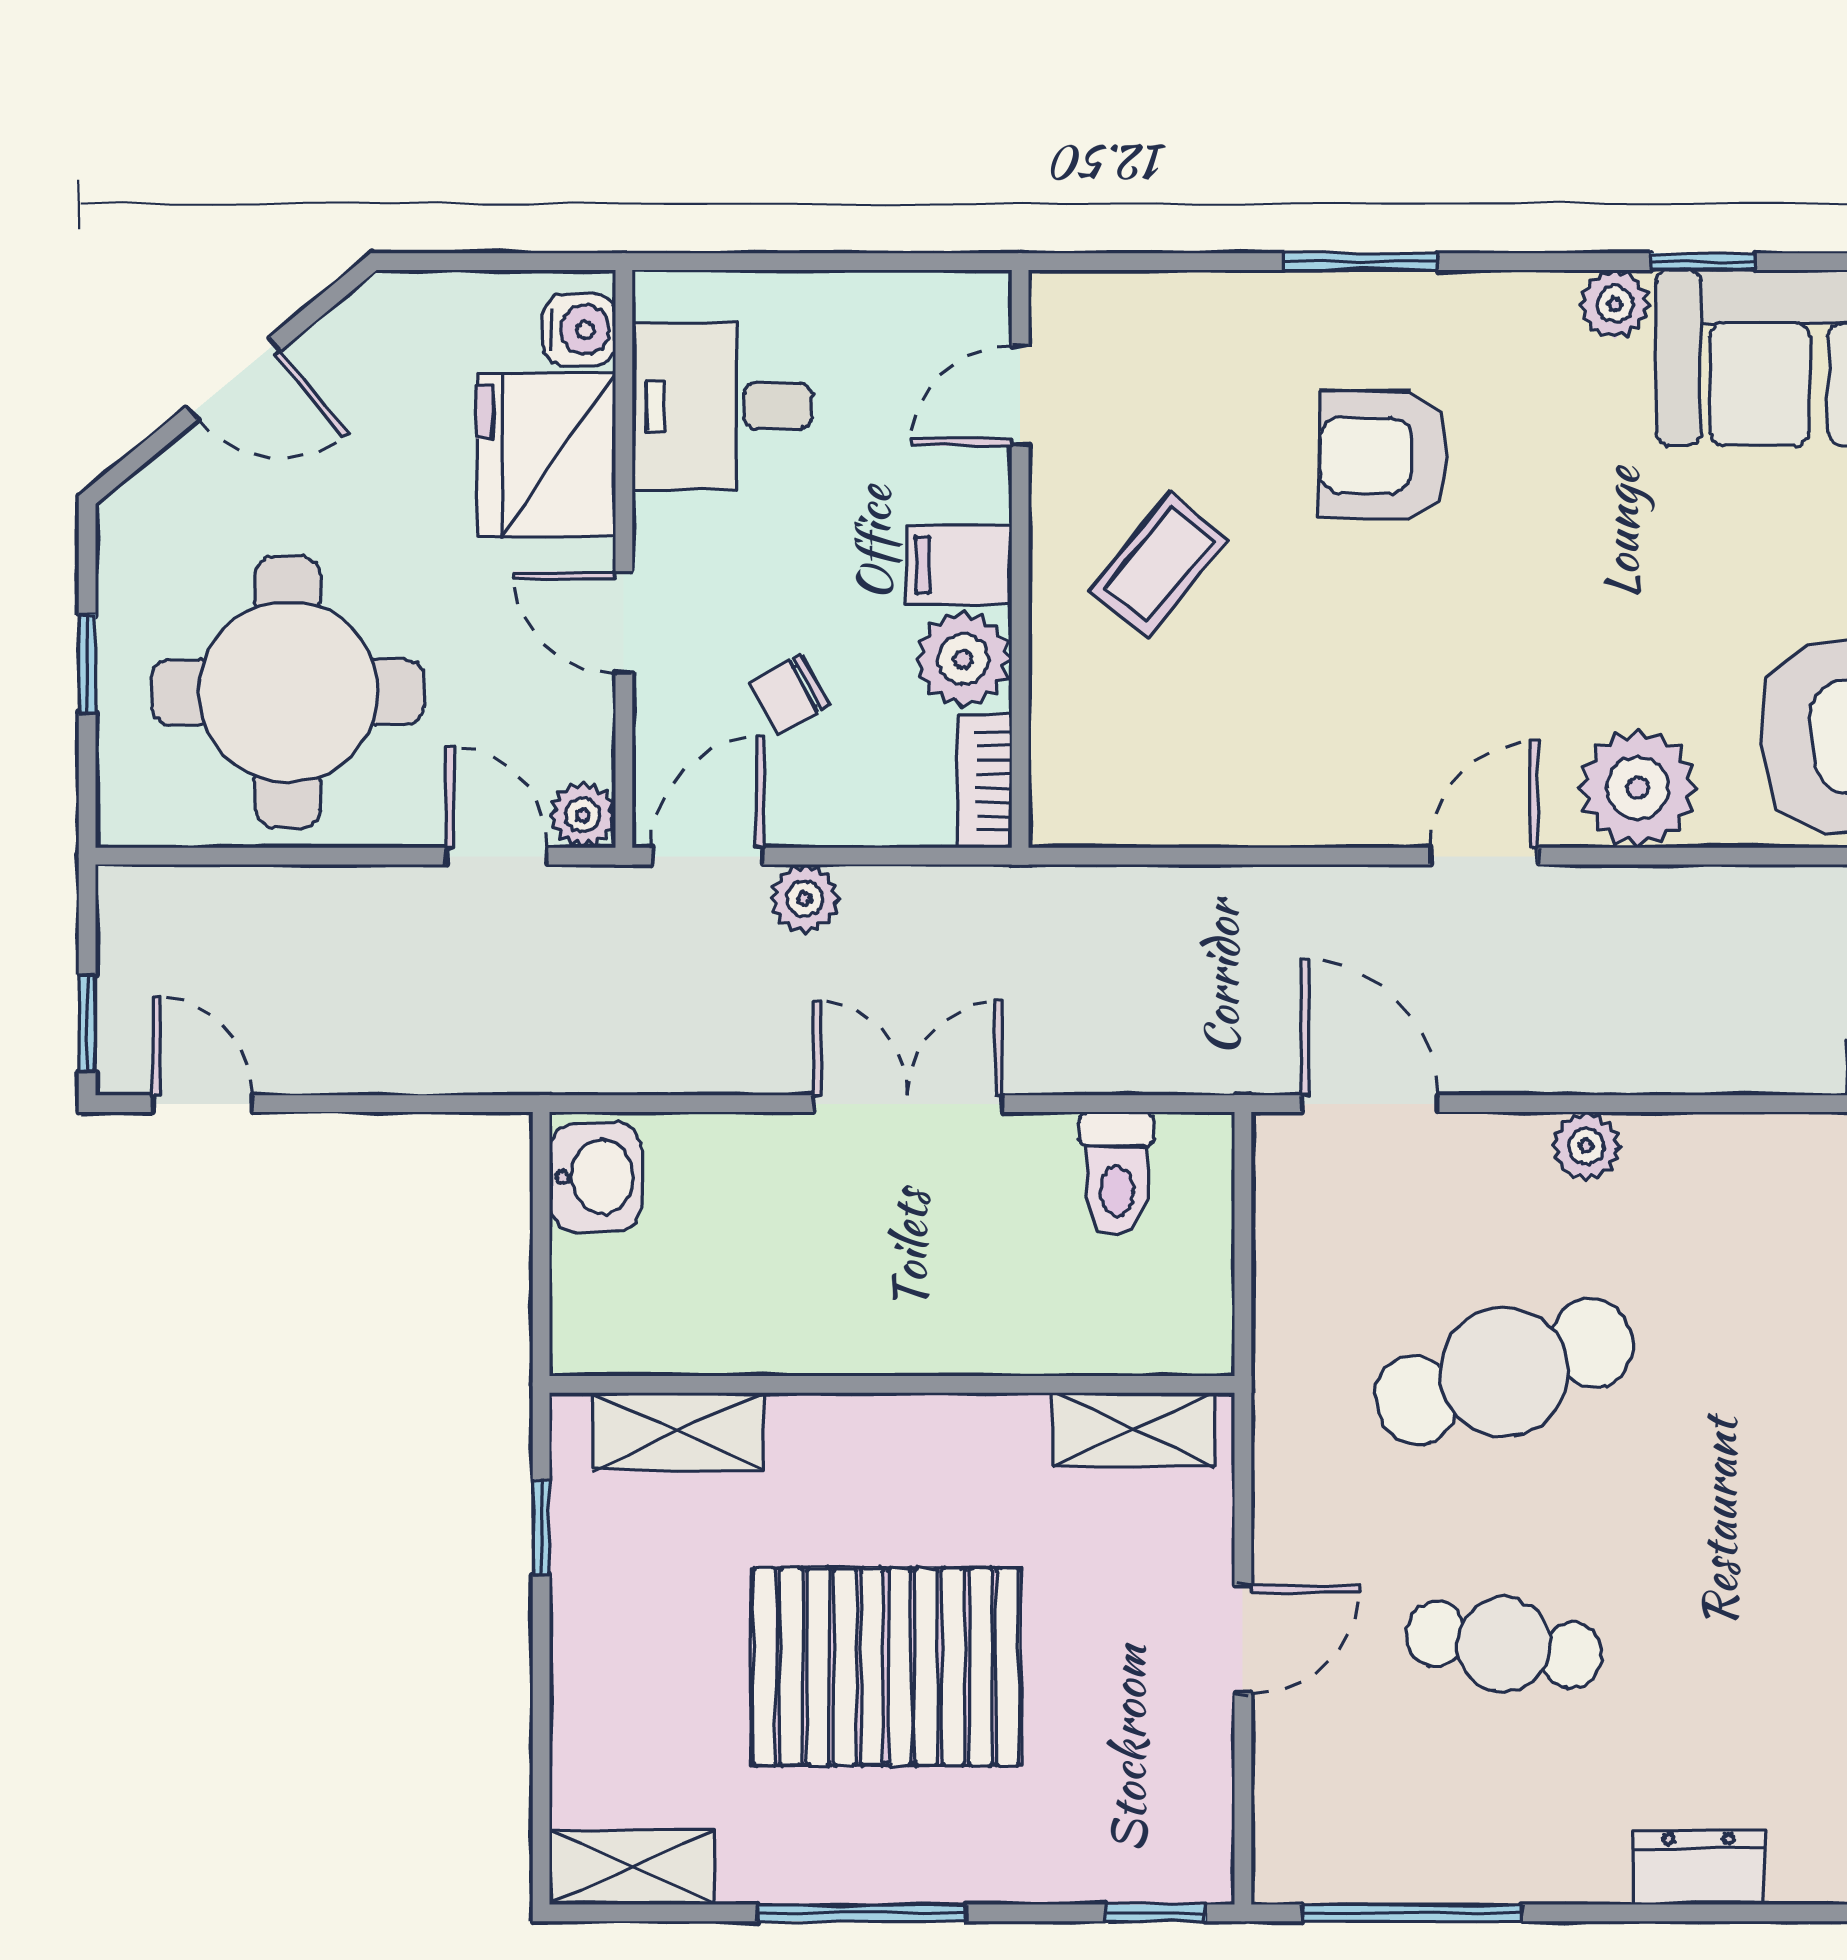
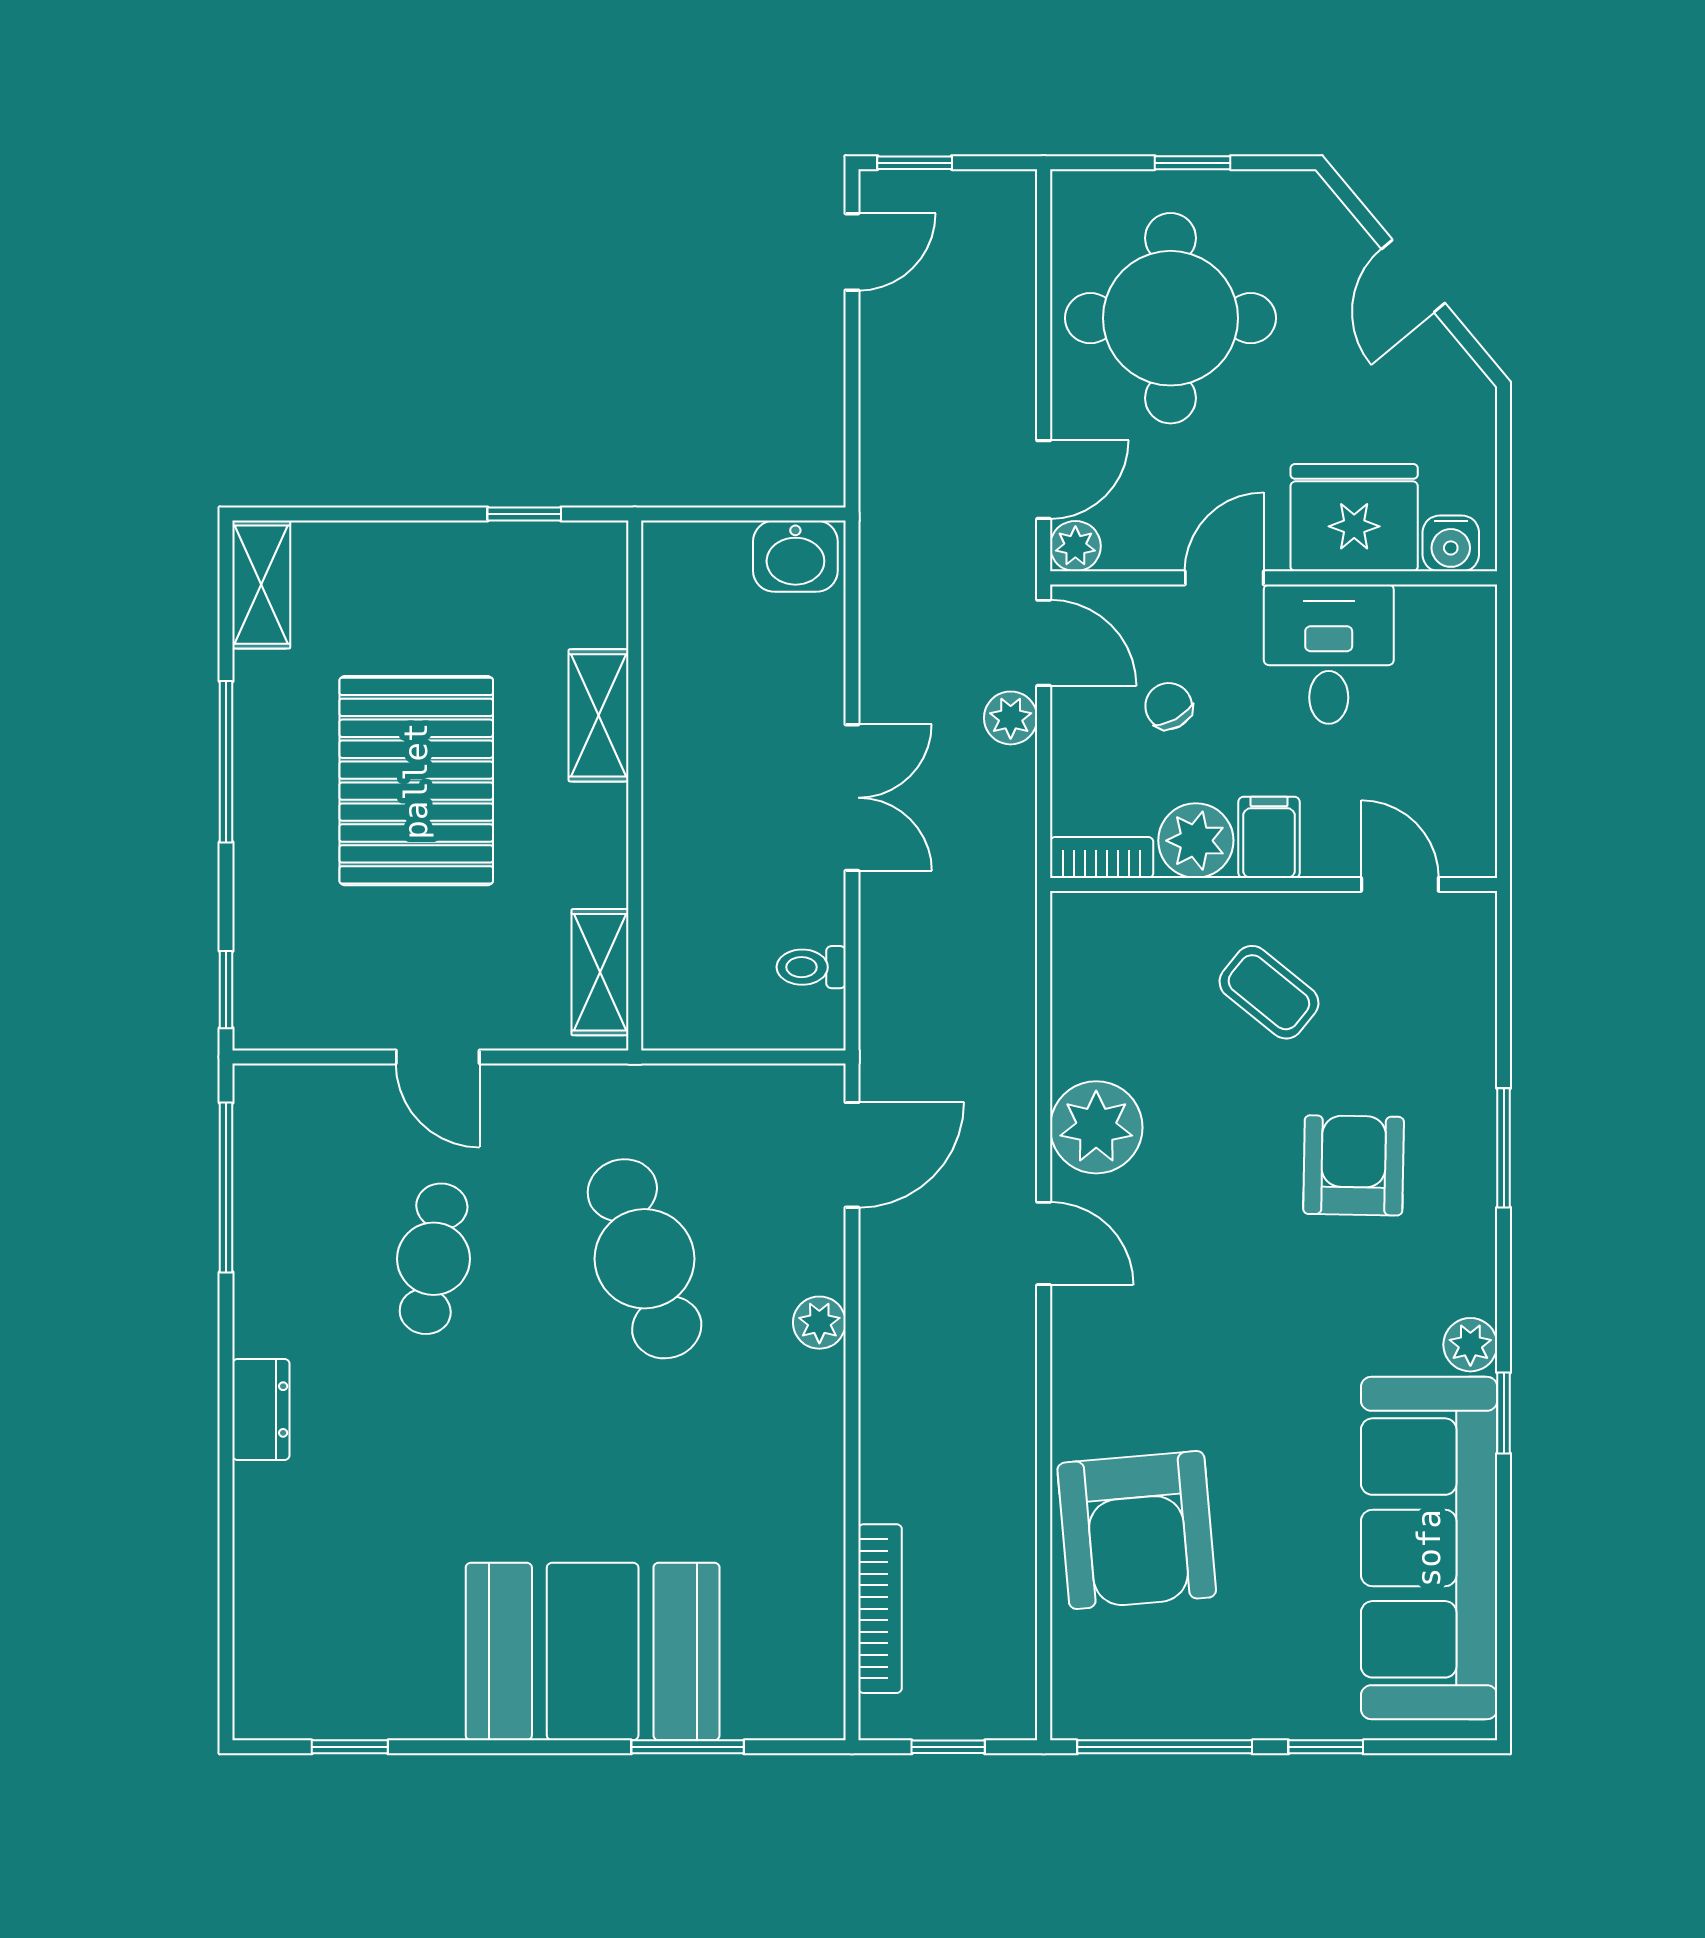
desk: (722, 406) -> (1329, 654), moved
plant: (1638, 788) -> (1096, 1127), moved
toilet: (1117, 1174) -> (811, 967), width x0.73, depth x0.72
shelving: (678, 1431) -> (599, 715), moved

